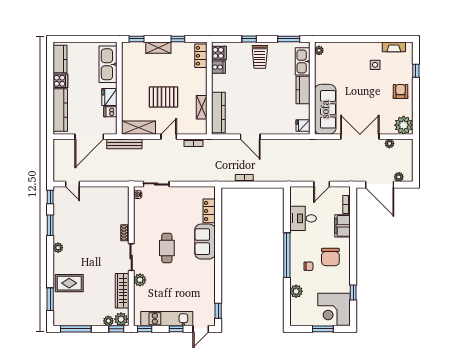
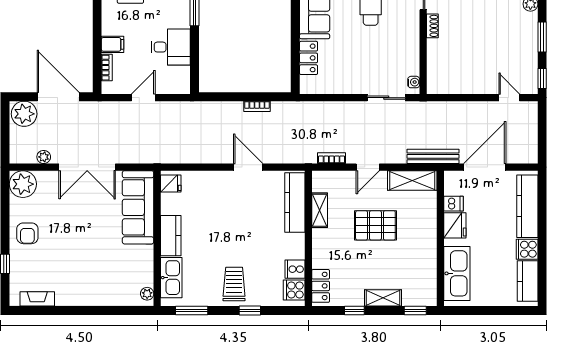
side table: (375, 65) -> (65, 273), removed
plant: (399, 177) -> (24, 114), width x1.88, depth x1.88
filing cabinet: (343, 226) -> (113, 44), width x0.50

